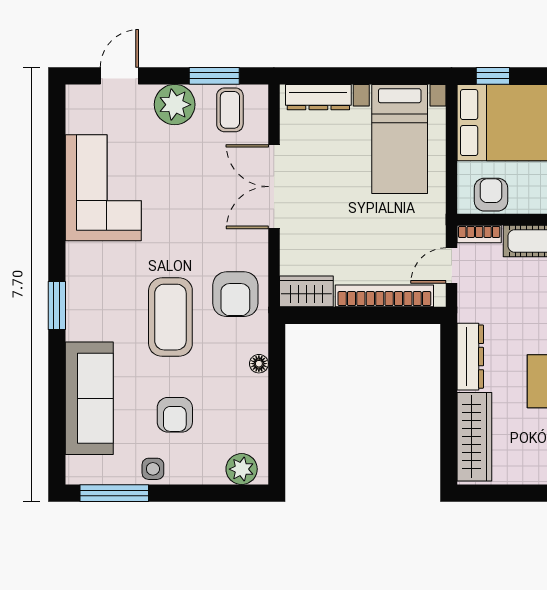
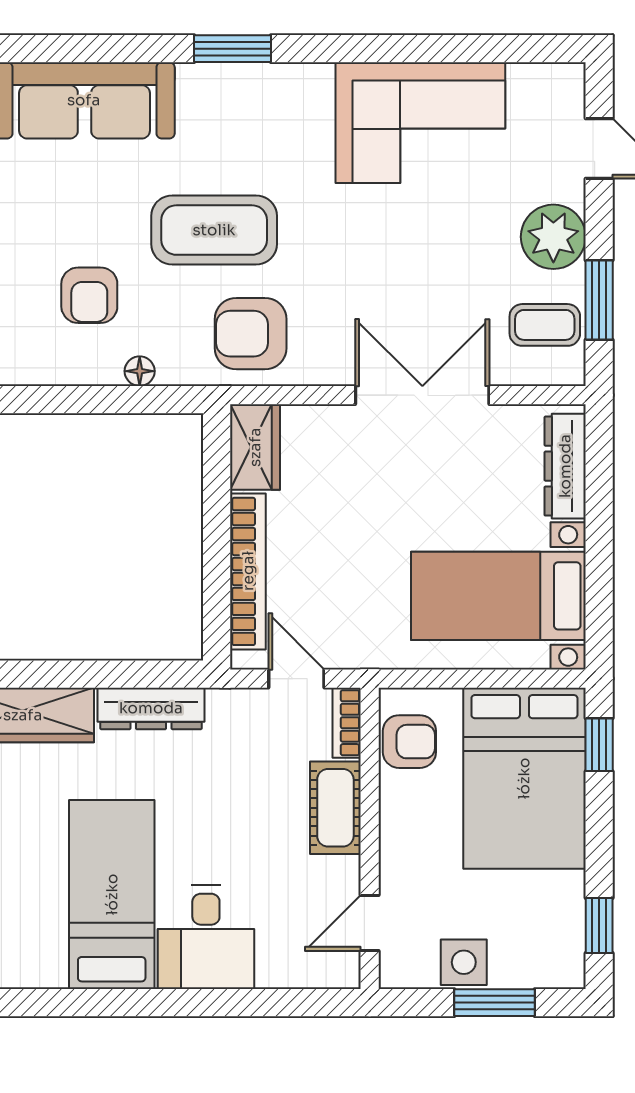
armchair: (175, 415) -> (89, 295), moved, turned -90

